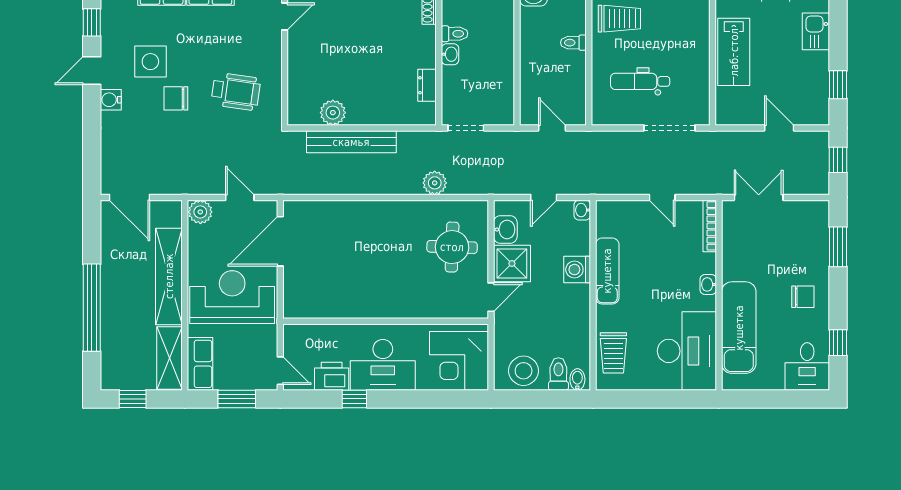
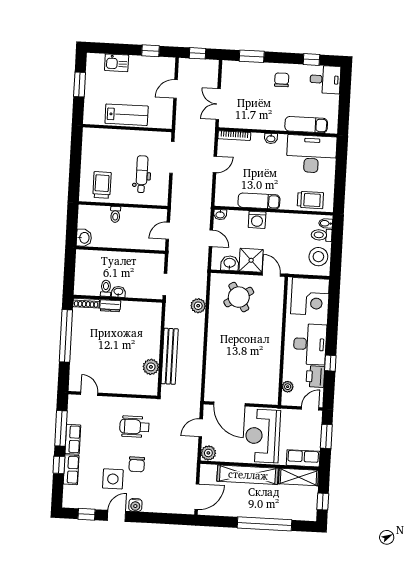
door: (92, 71) -> (117, 516), swing flipped
dental chair: (640, 81) -> (142, 174), turned 180
dresser: (427, 85) -> (110, 306), moved
wheelchair: (236, 92) -> (134, 427), turned -98
round table: (452, 247) -> (239, 297), turned -33
exam couch: (739, 328) -> (306, 125), width x0.73, depth x0.69
plant: (313, 333) -> (288, 387), added

